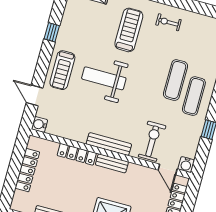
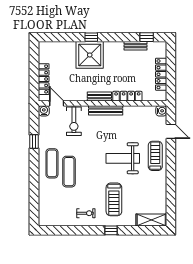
window: (52, 32) -> (171, 182), removed
weight bench: (104, 78) -> (123, 158), turned 180

